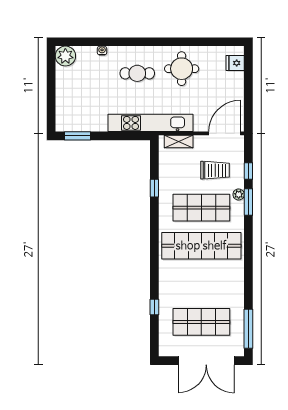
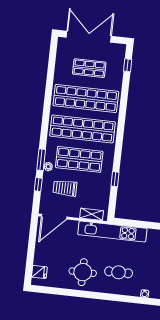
shop shelf: (201, 284) -> (86, 99), added
window: (154, 307) -> (128, 65), moved
shop shelf: (201, 322) -> (89, 68), width x0.70, depth x0.74
window: (248, 329) -> (52, 58), removed

